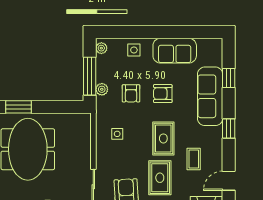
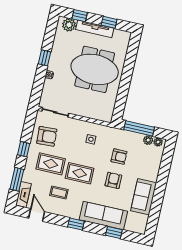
side table: (134, 50) -> (151, 166), removed
plant: (102, 89) -> (148, 140), moved
armchair: (131, 93) -> (119, 157), turned 180
window: (18, 107) -> (128, 70), removed

